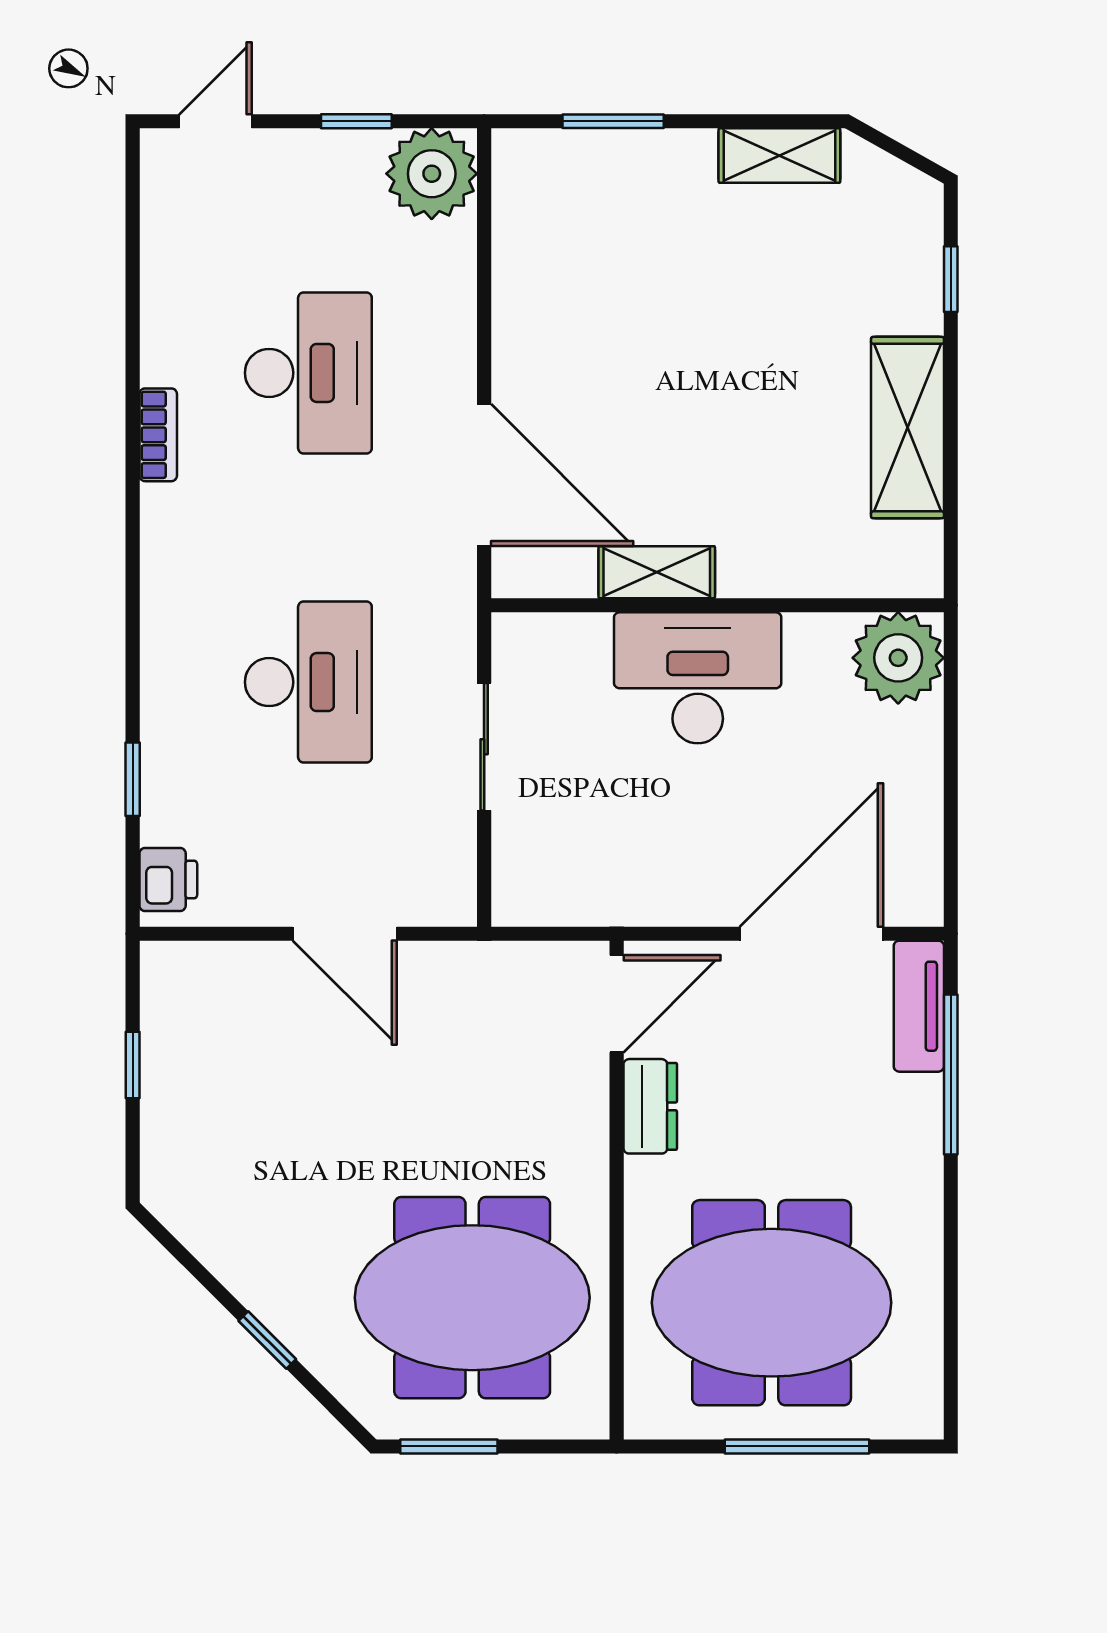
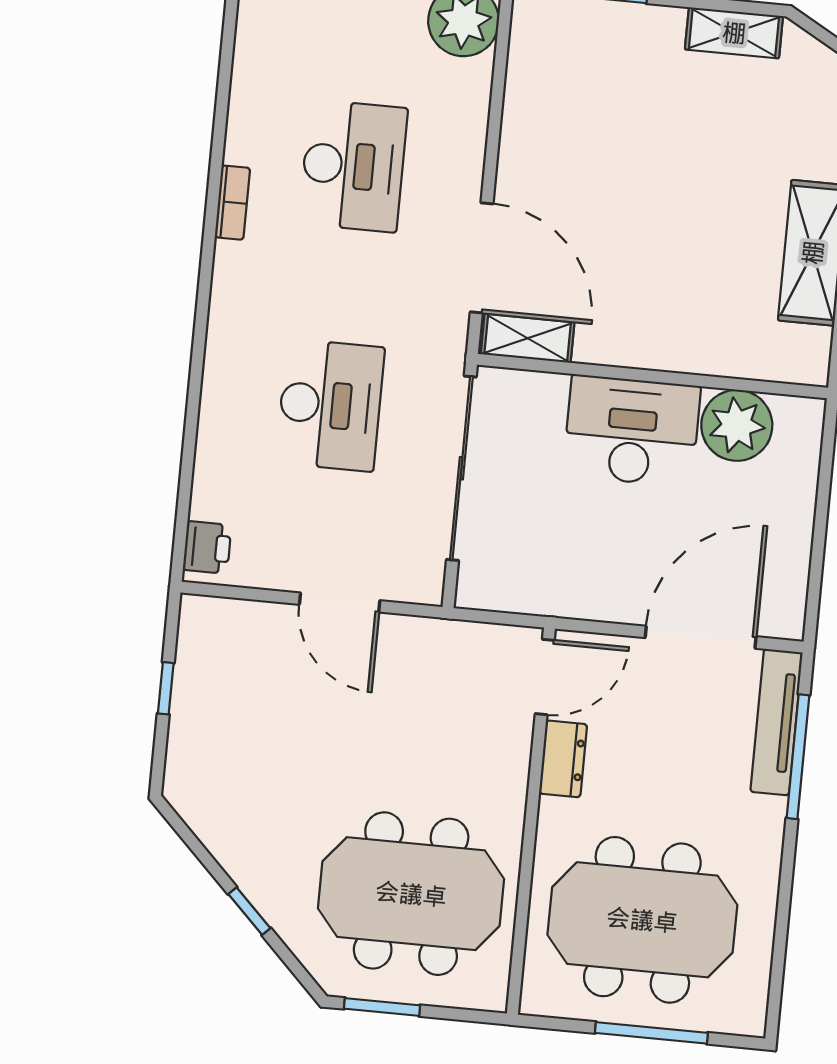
shelving: (657, 572) -> (528, 338), moved
plant: (898, 658) -> (737, 425), moved
sliding door: (484, 747) -> (461, 468), width x1.86
window: (133, 779) -> (187, 467), removed
tv unit: (919, 1006) -> (776, 722), width x1.41

